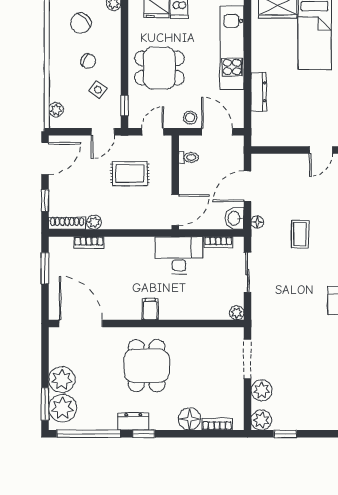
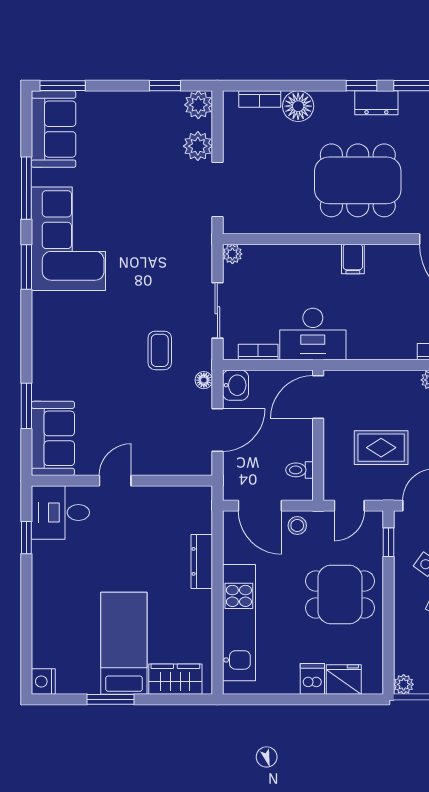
coffee table: (300, 234) -> (160, 350), moved
dining table: (147, 366) -> (358, 180), width x1.37

